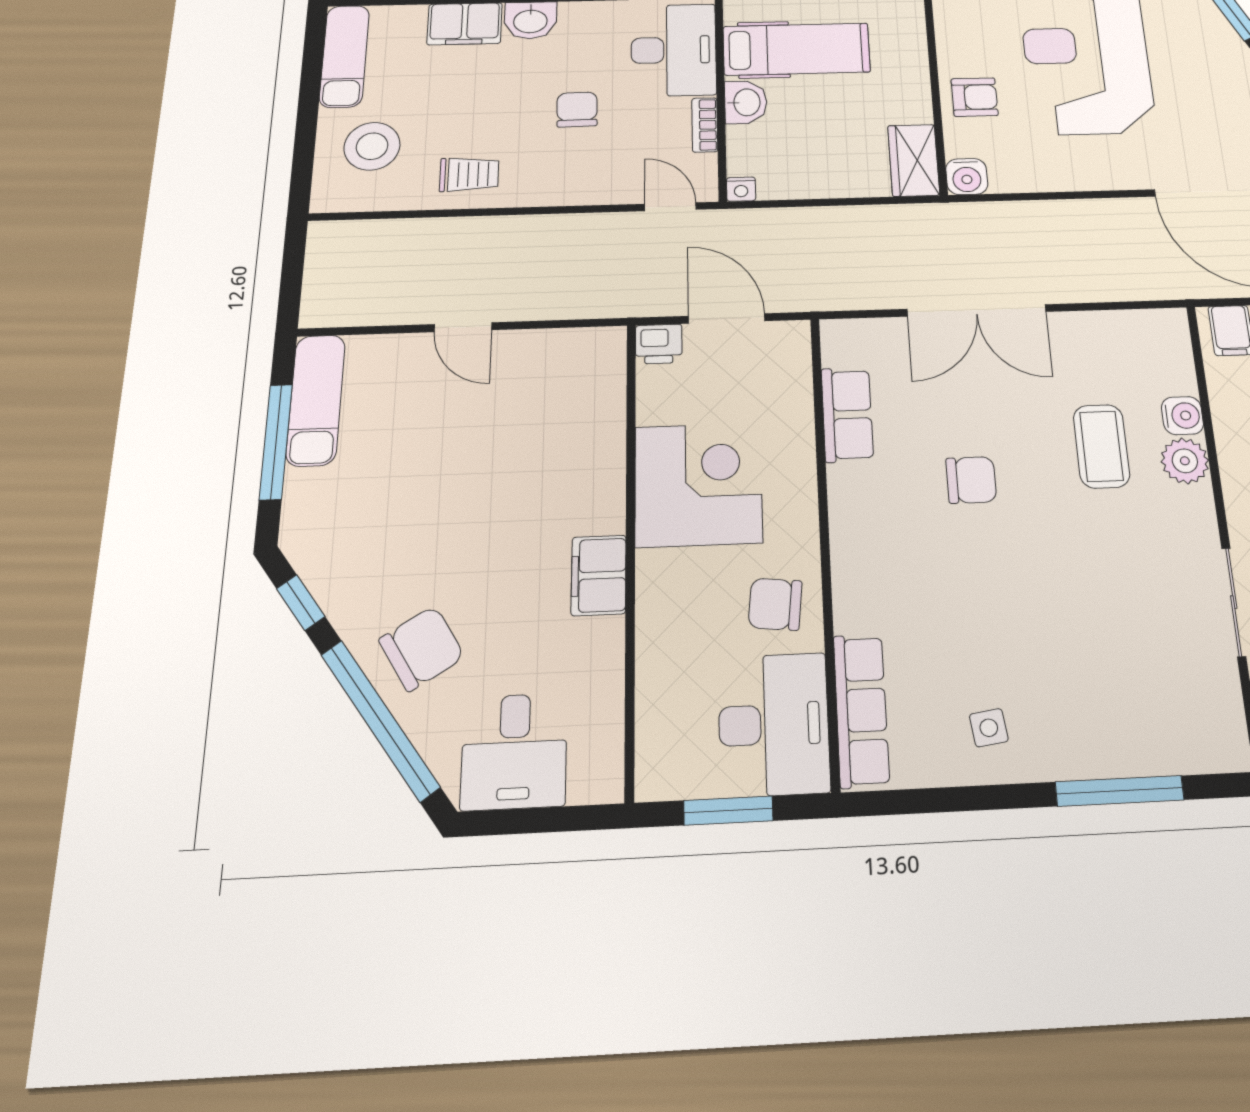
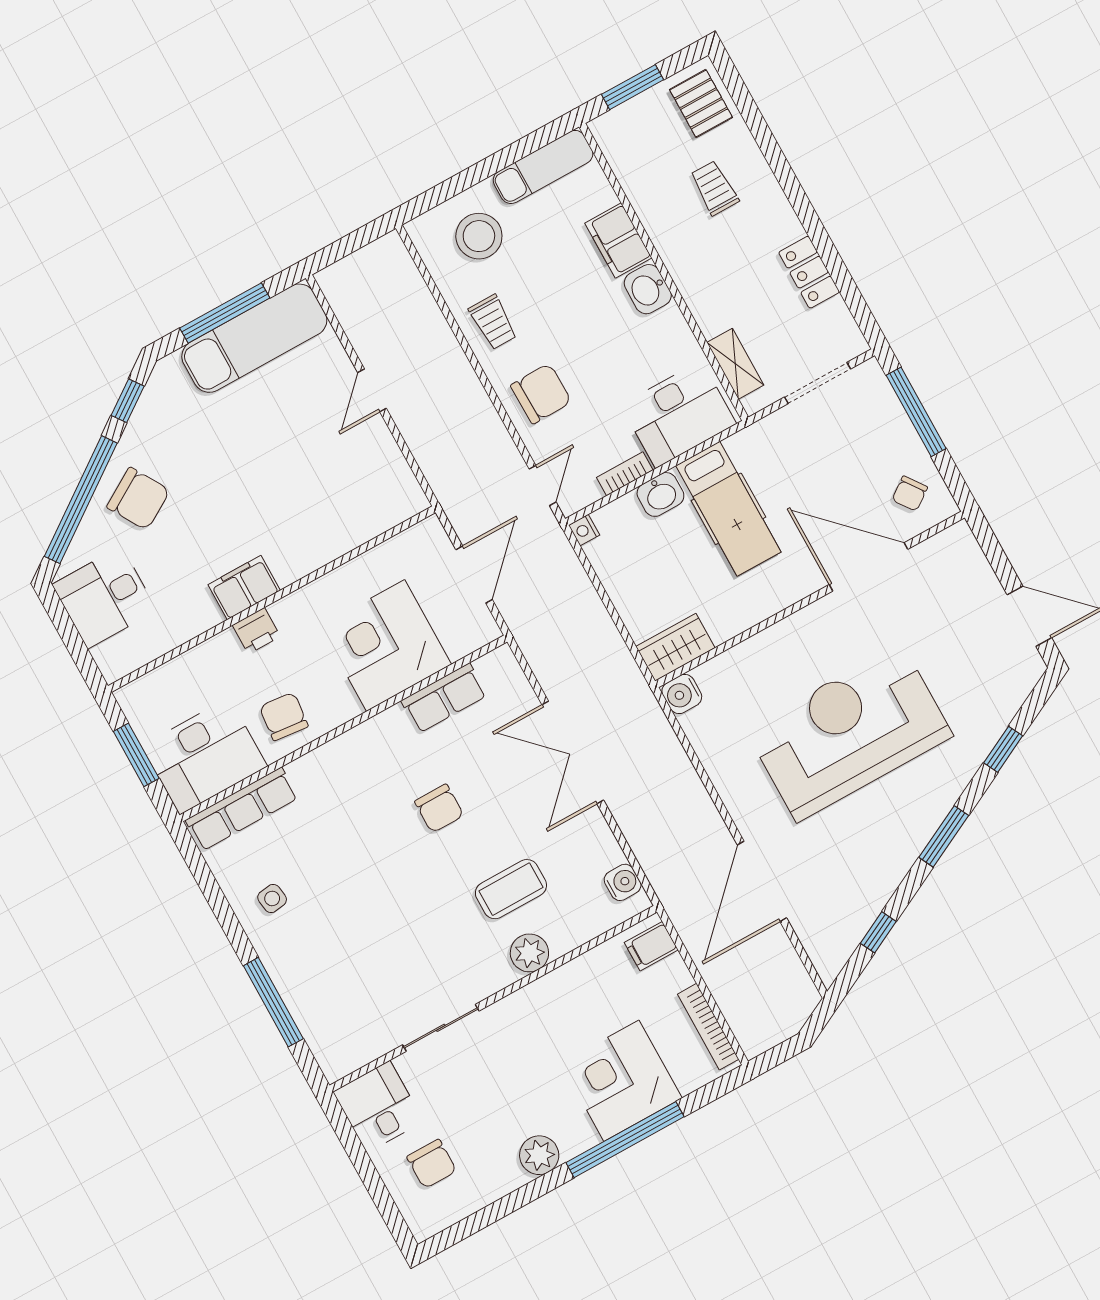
armchair: (975, 97) -> (756, 668), removed
chair: (577, 109) -> (541, 394), moved, width x1.37, depth x1.37
printer: (659, 344) -> (256, 631), moved, turned -90
exam couch: (316, 400) -> (254, 338), width x1.36, depth x1.45
water cooler: (1182, 416) -> (623, 882), moved, turned -90
corner desk: (698, 484) -> (386, 645), moved, turned 180

